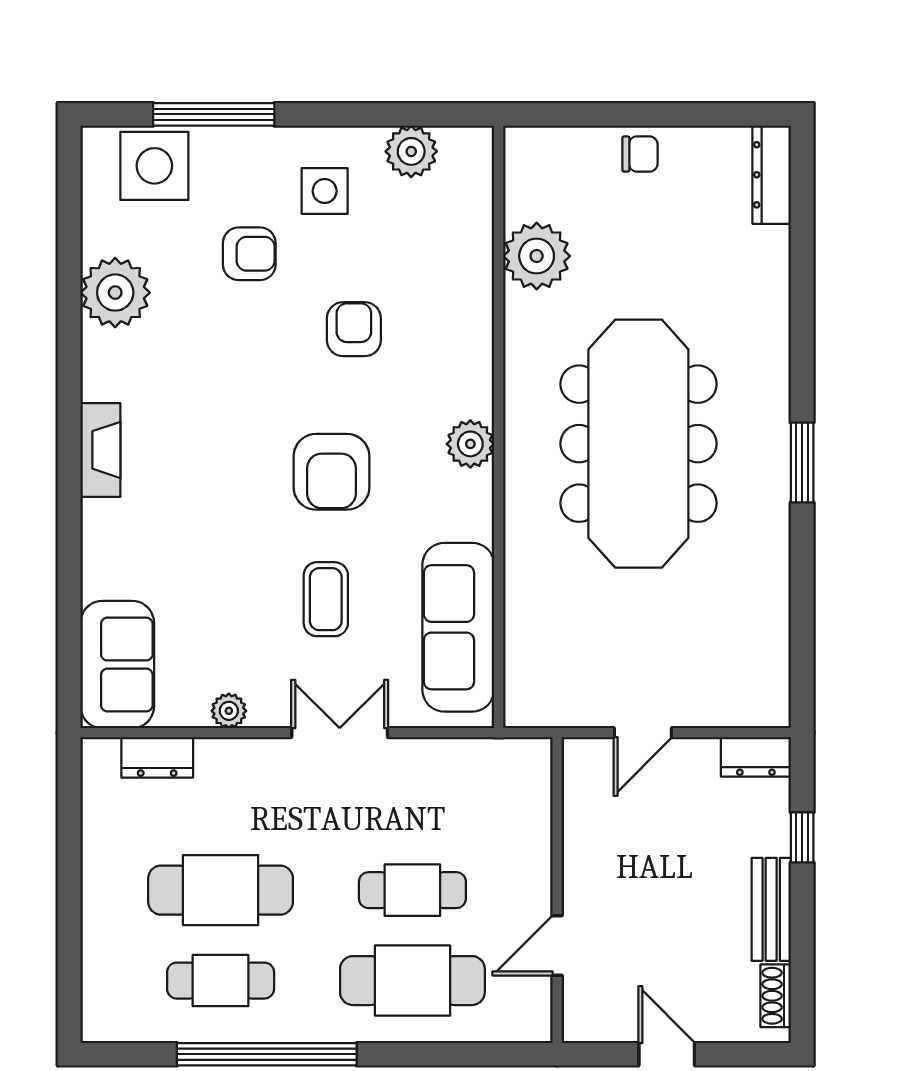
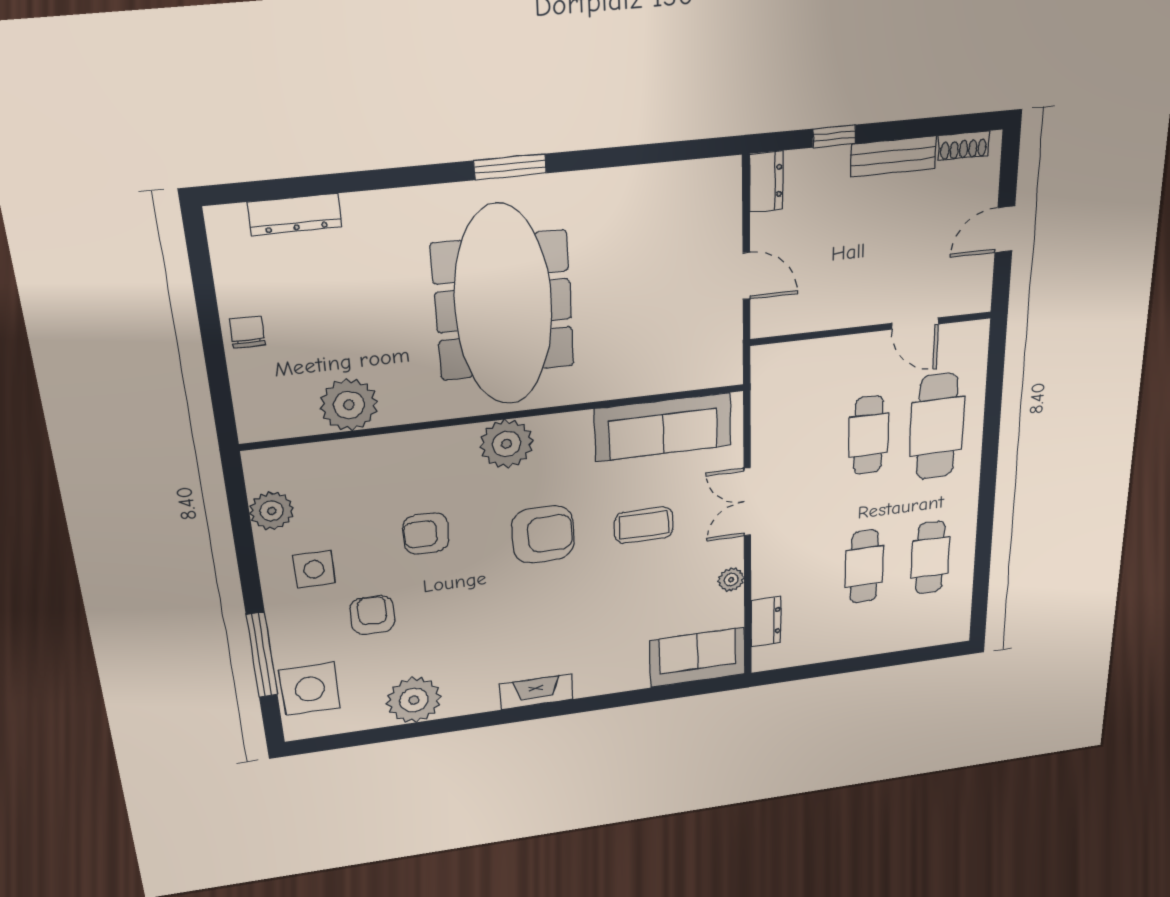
dresser: (772, 175) -> (295, 214), moved
plant: (470, 444) -> (506, 444), width x1.36, depth x1.36
meeting table: (638, 444) -> (503, 306), turned 90
cafe table: (221, 890) -> (864, 567), width x0.73, depth x0.74
window: (267, 1054) -> (985, 520), removed

